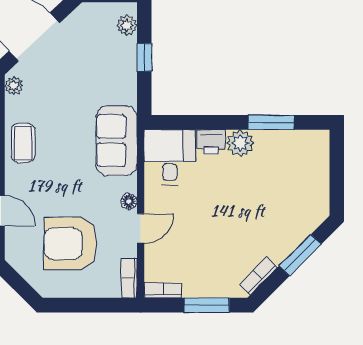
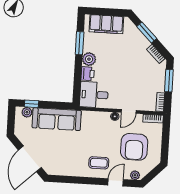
window: (144, 57) -> (32, 104), moved
plant: (14, 86) -> (135, 175), moved
sofa: (117, 141) -> (57, 119), moved, width x1.36
coffee table: (23, 143) -> (99, 163), moved
filing cabinet: (312, 173) -> (106, 24), added
door: (141, 228) -> (129, 111), swing flipped

